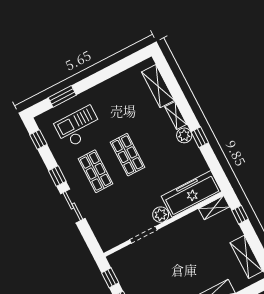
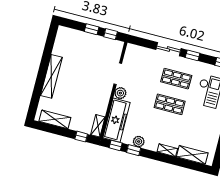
plant: (184, 135) -> (139, 141), moved
window: (200, 137) -> (134, 150), moved
window: (218, 172) -> (116, 145), added

